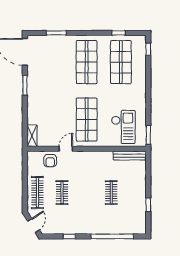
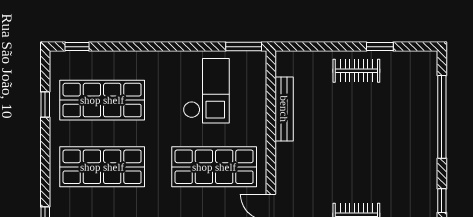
checkout: (123, 127) -> (206, 91), moved, turned 90
bench: (130, 156) -> (284, 109), moved
clothes rail: (111, 193) -> (356, 71), moved

